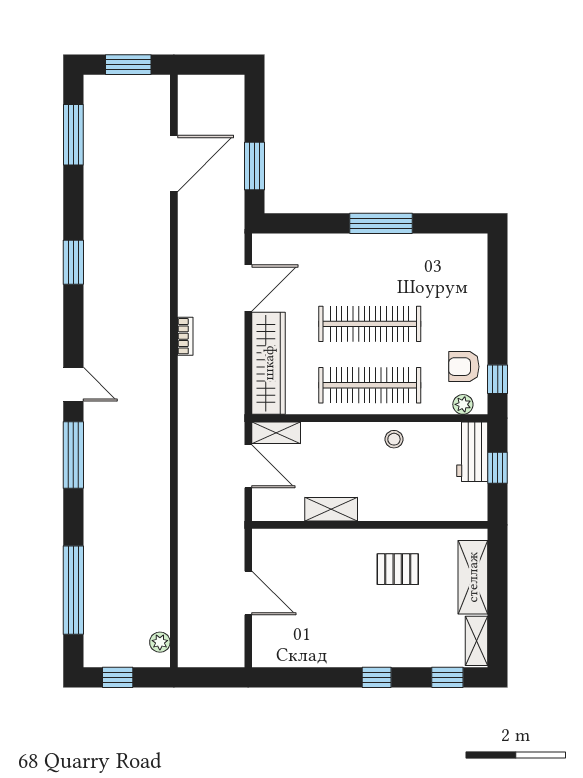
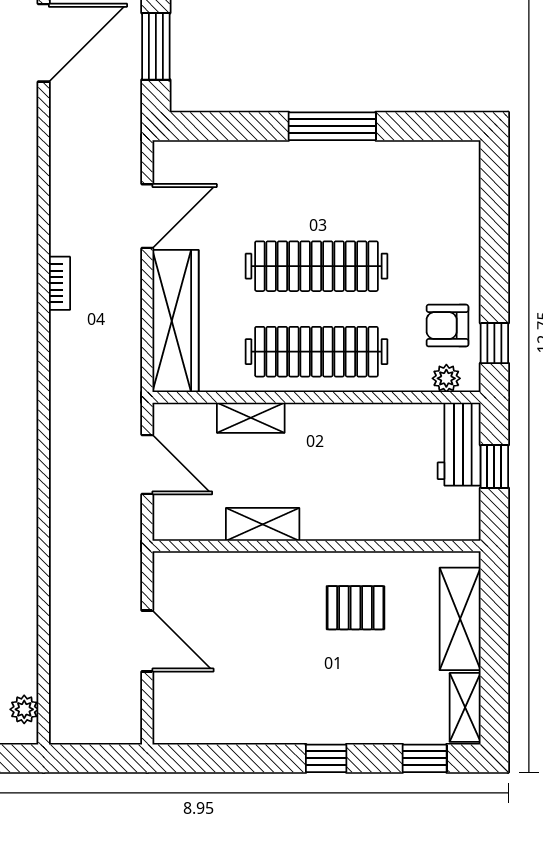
shelving: (276, 433) -> (251, 418), moved
stool: (394, 439) -> (350, 427), removed

